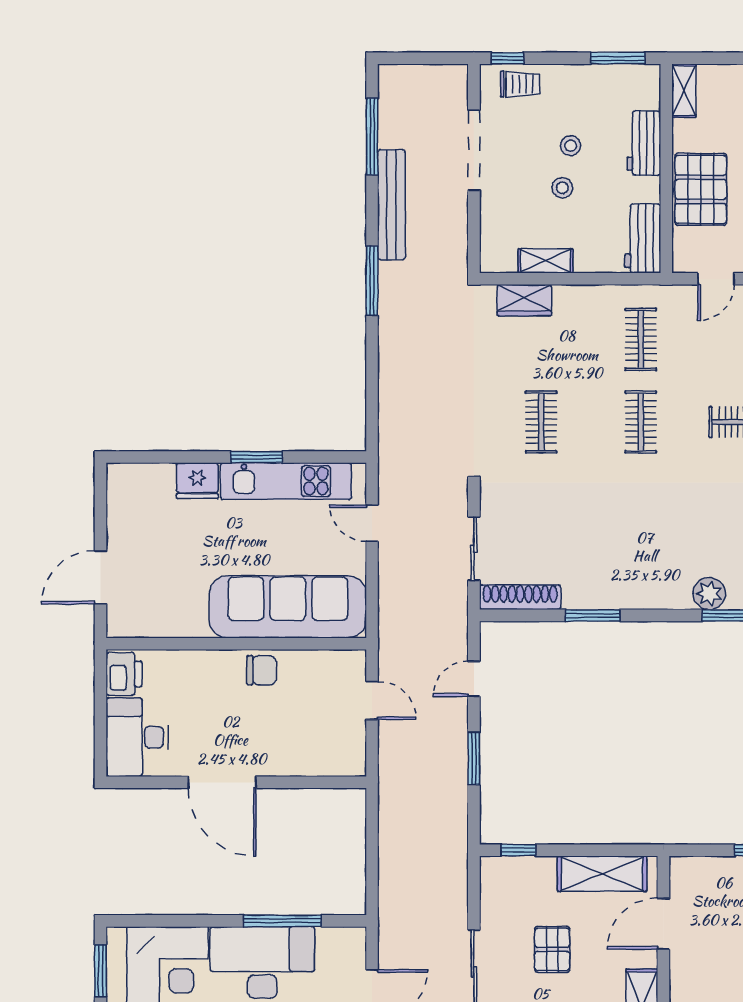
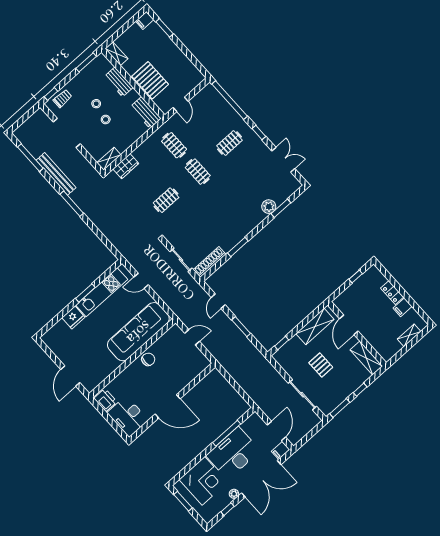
shelving: (545, 261) -> (109, 159), moved
clothes rail: (541, 422) -> (166, 200), turned 90

